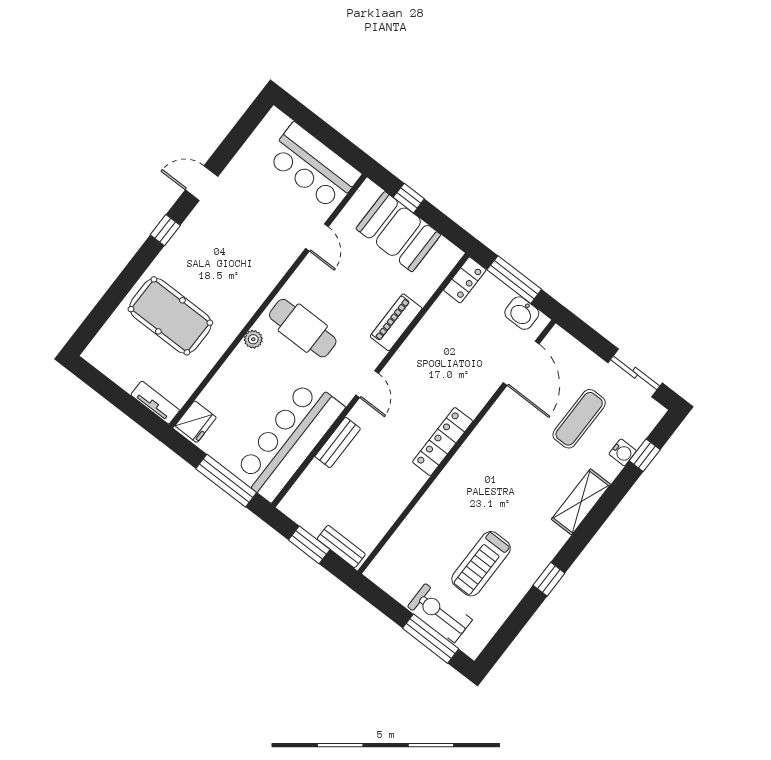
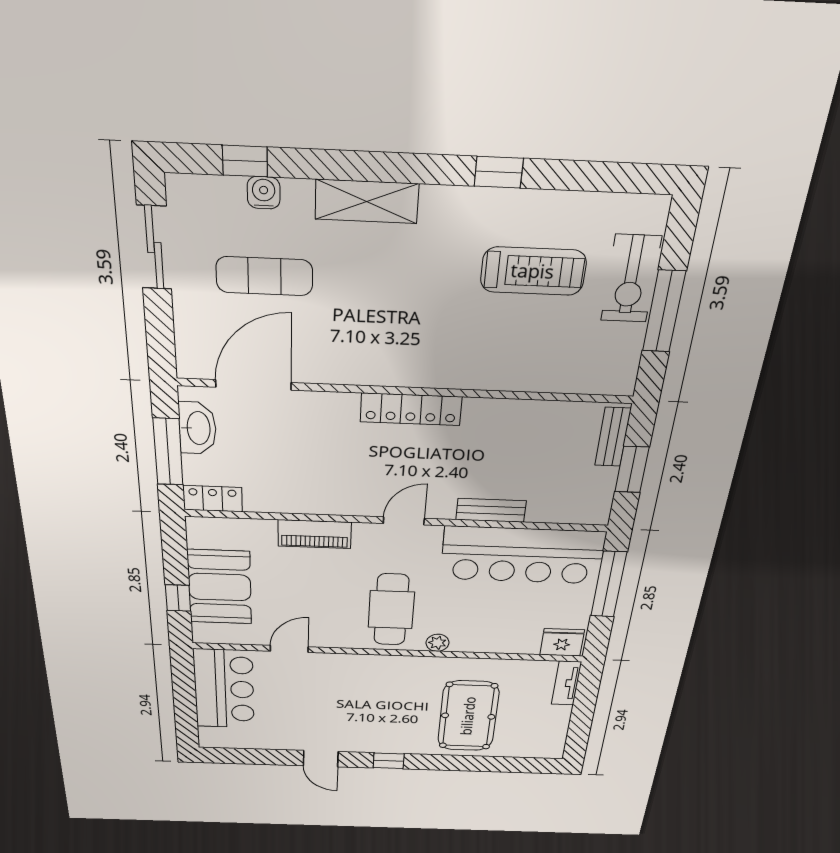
washbasin: (522, 313) -> (198, 428), width x1.38
window: (431, 639) -> (664, 311), moved

